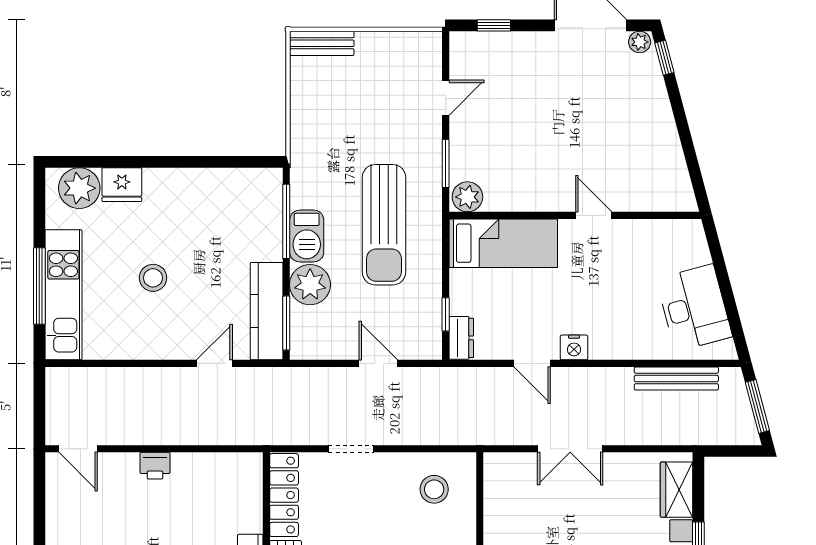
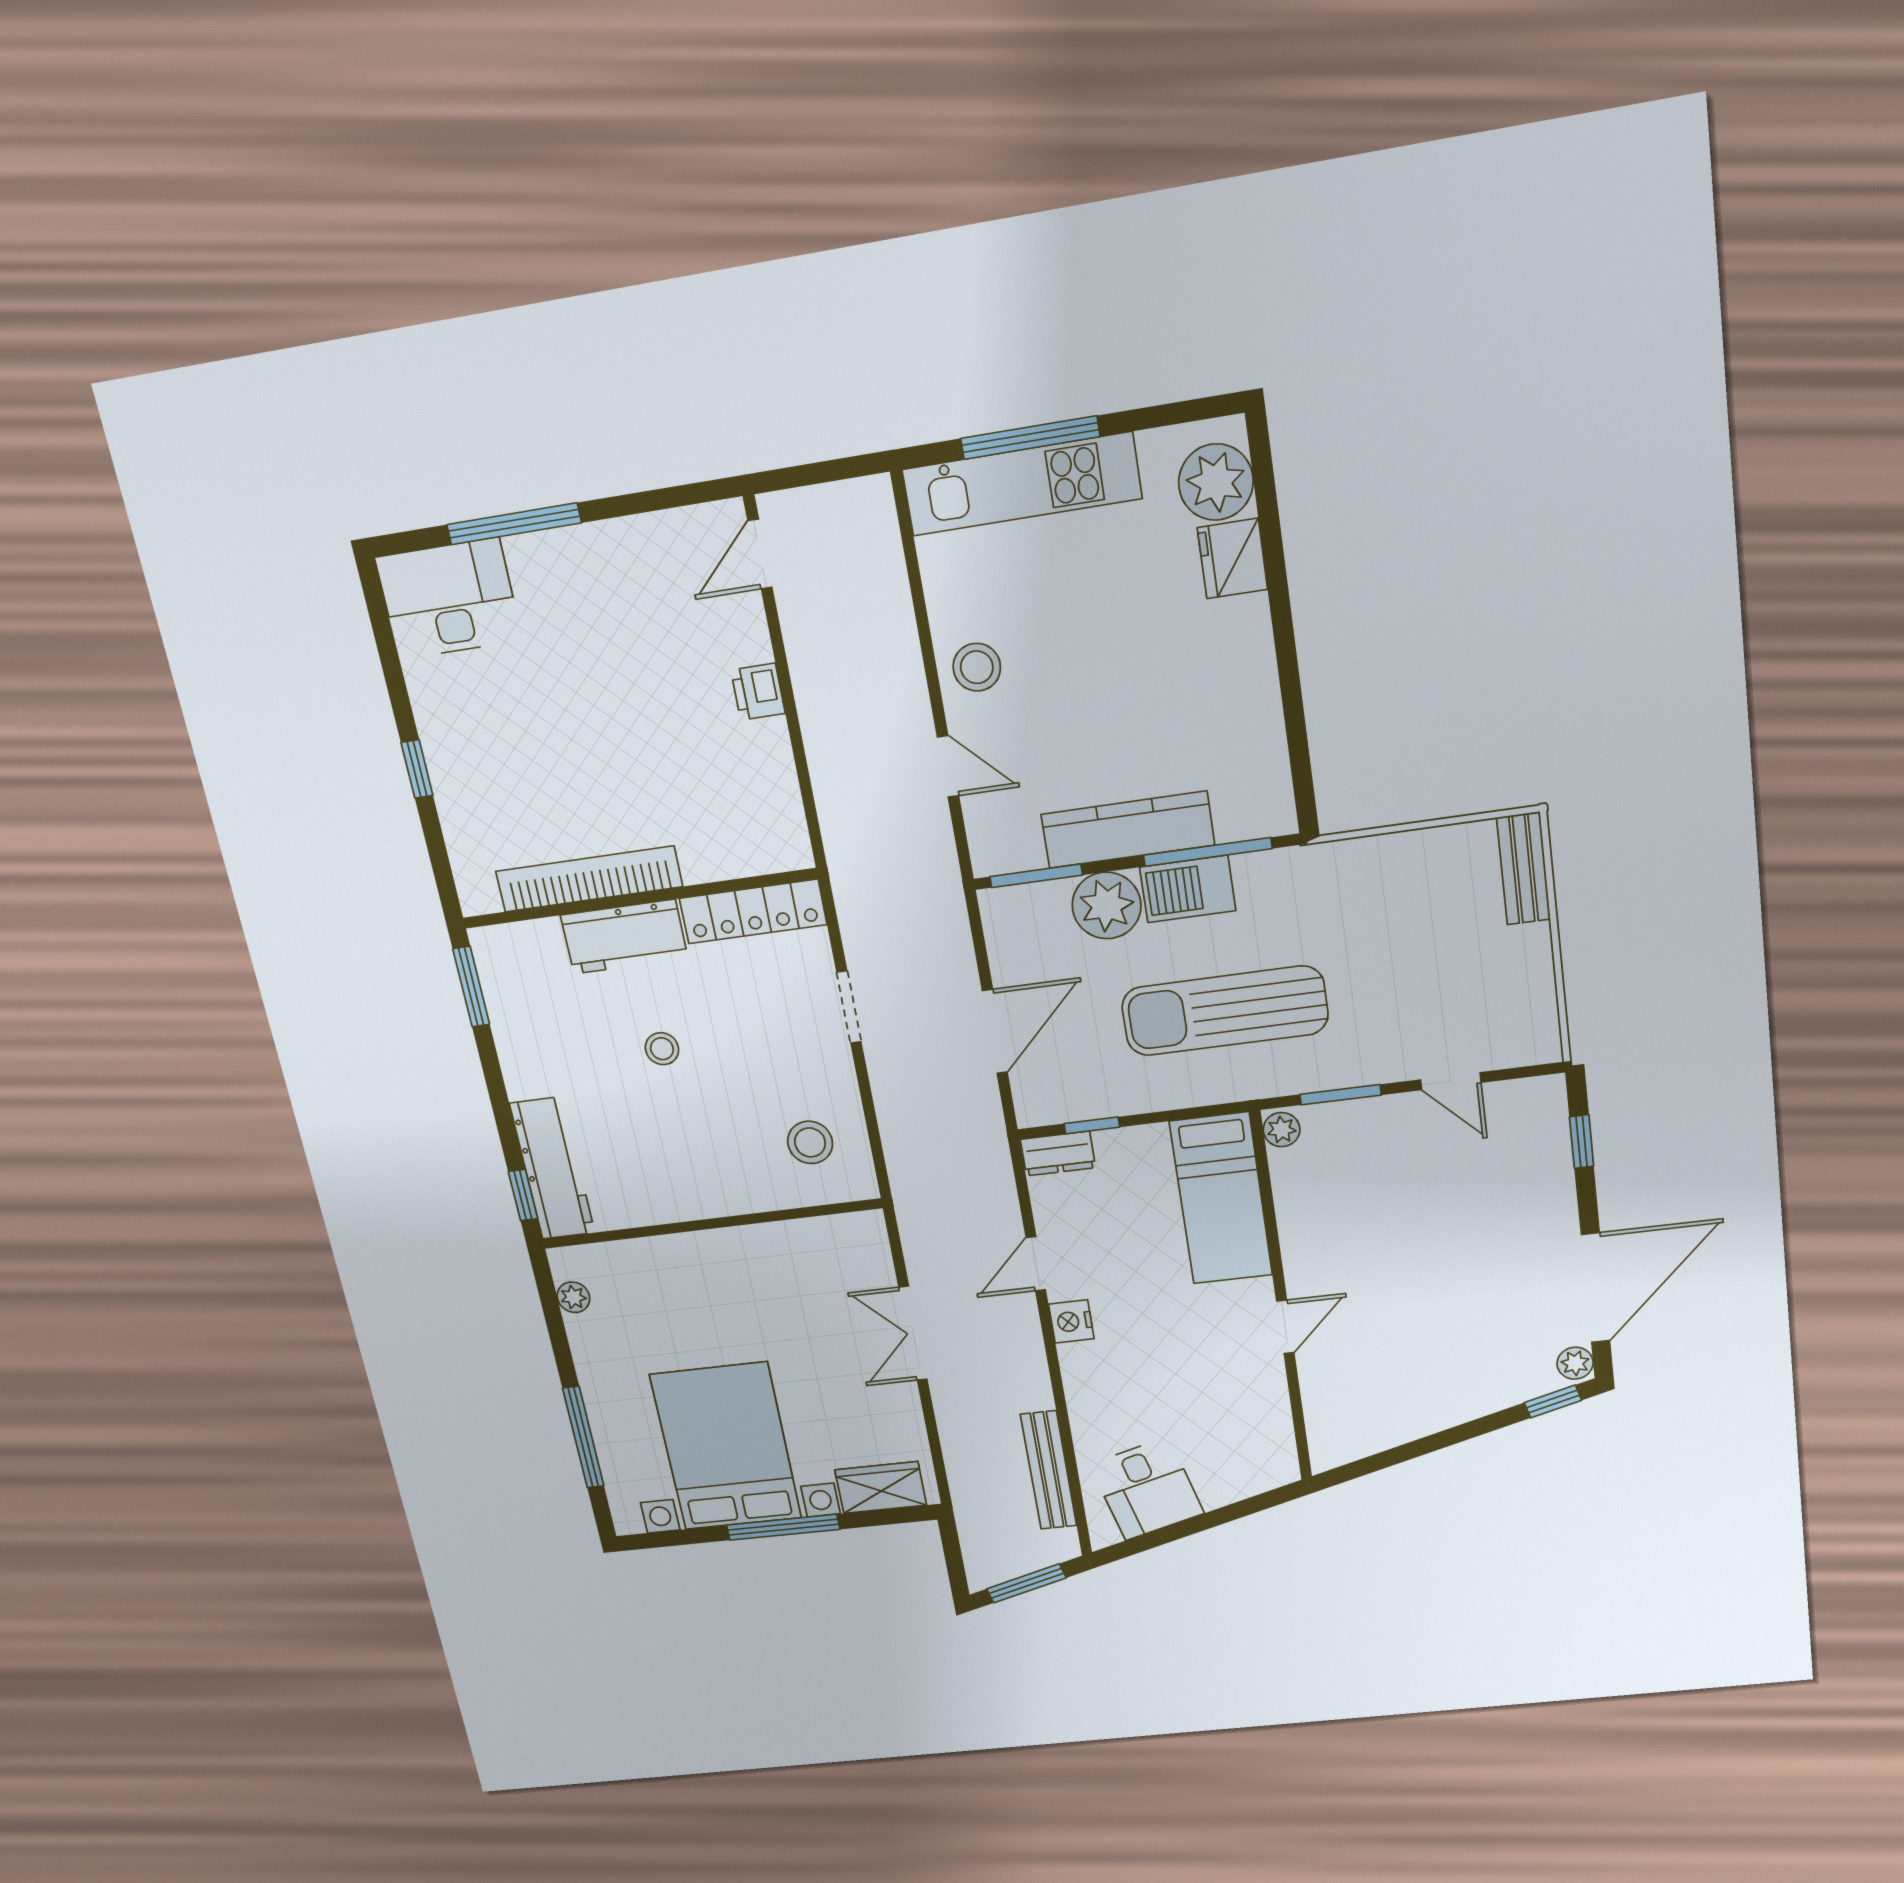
plant: (467, 197) -> (1282, 1130), width x0.73, depth x0.73
stool: (153, 278) -> (977, 667), moved
desk: (694, 308) -> (1147, 1489), width x0.73
kitchen counter: (267, 311) -> (1128, 830), moved
door: (378, 363) -> (995, 1031), width x1.38

